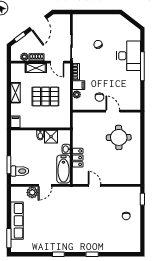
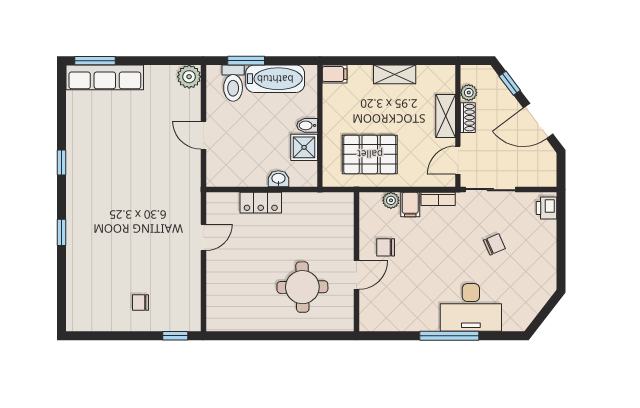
printer: (80, 19) -> (547, 208), added
pallet: (45, 97) -> (370, 154), moved, turned 90
bathtub: (63, 169) -> (275, 79), moved, turned 180
plant: (32, 192) -> (189, 77), moved
row of seats: (17, 221) -> (105, 77), moved

